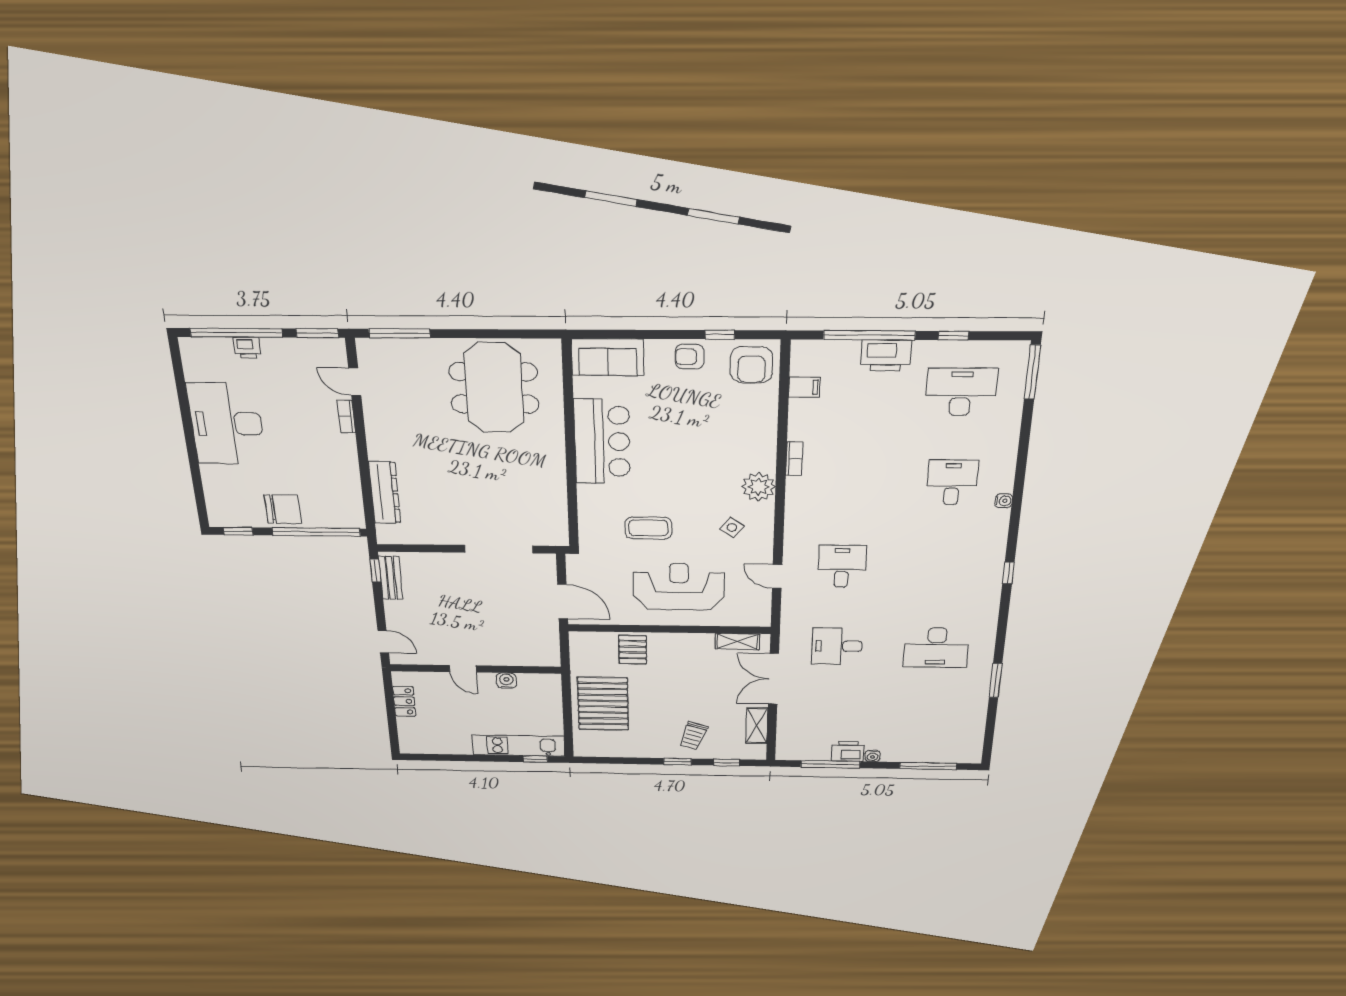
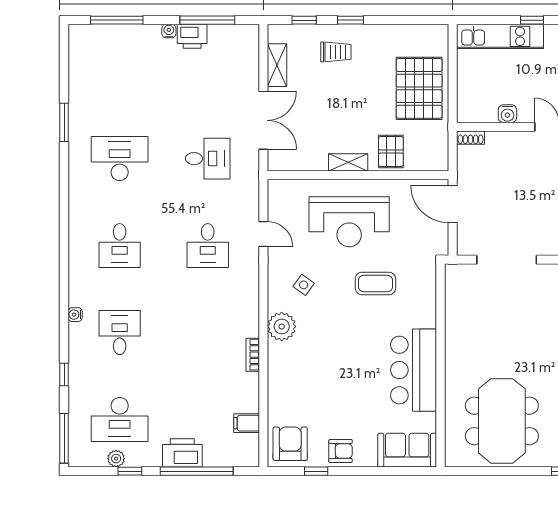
plant: (969, 350) -> (116, 459), added
desk: (952, 482) -> (120, 333), turned 180
desk: (944, 567) -> (120, 246), added
window: (1008, 573) -> (64, 375), moved
shelving: (737, 641) -> (348, 162), moved
shoe rack: (545, 661) -> (471, 138), added
trolley: (693, 736) -> (336, 52), turned 72
window: (535, 759) -> (532, 20), moved

